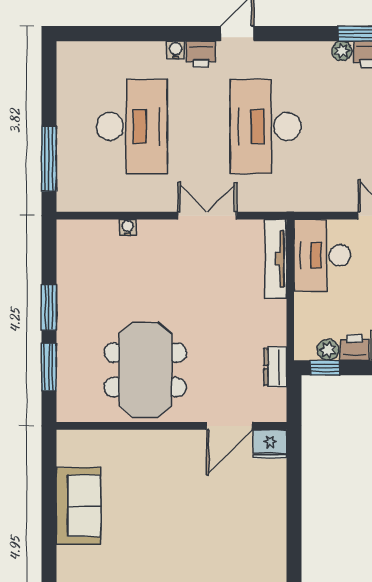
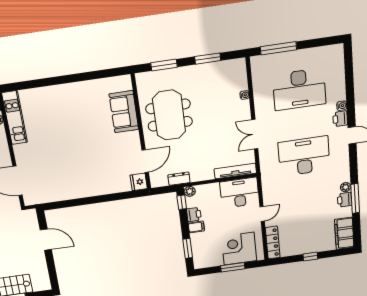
double door: (207, 216) -> (255, 134), swing flipped
window: (49, 307) -> (208, 59), moved
plant: (328, 350) -> (190, 191), moved
meeting table: (145, 370) -> (169, 115), turned 90
door: (229, 426) -> (145, 161), swing flipped
sofa: (79, 506) -> (124, 112), moved, turned 90

